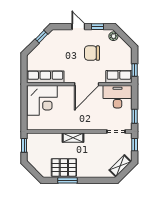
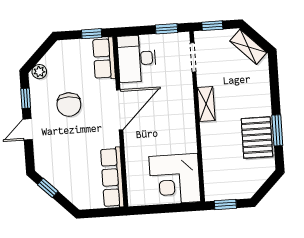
door: (87, 84) -> (120, 110), hinge flipped
corner desk: (42, 100) -> (175, 179), moved, turned 180
shelving: (73, 138) -> (206, 104), moved

